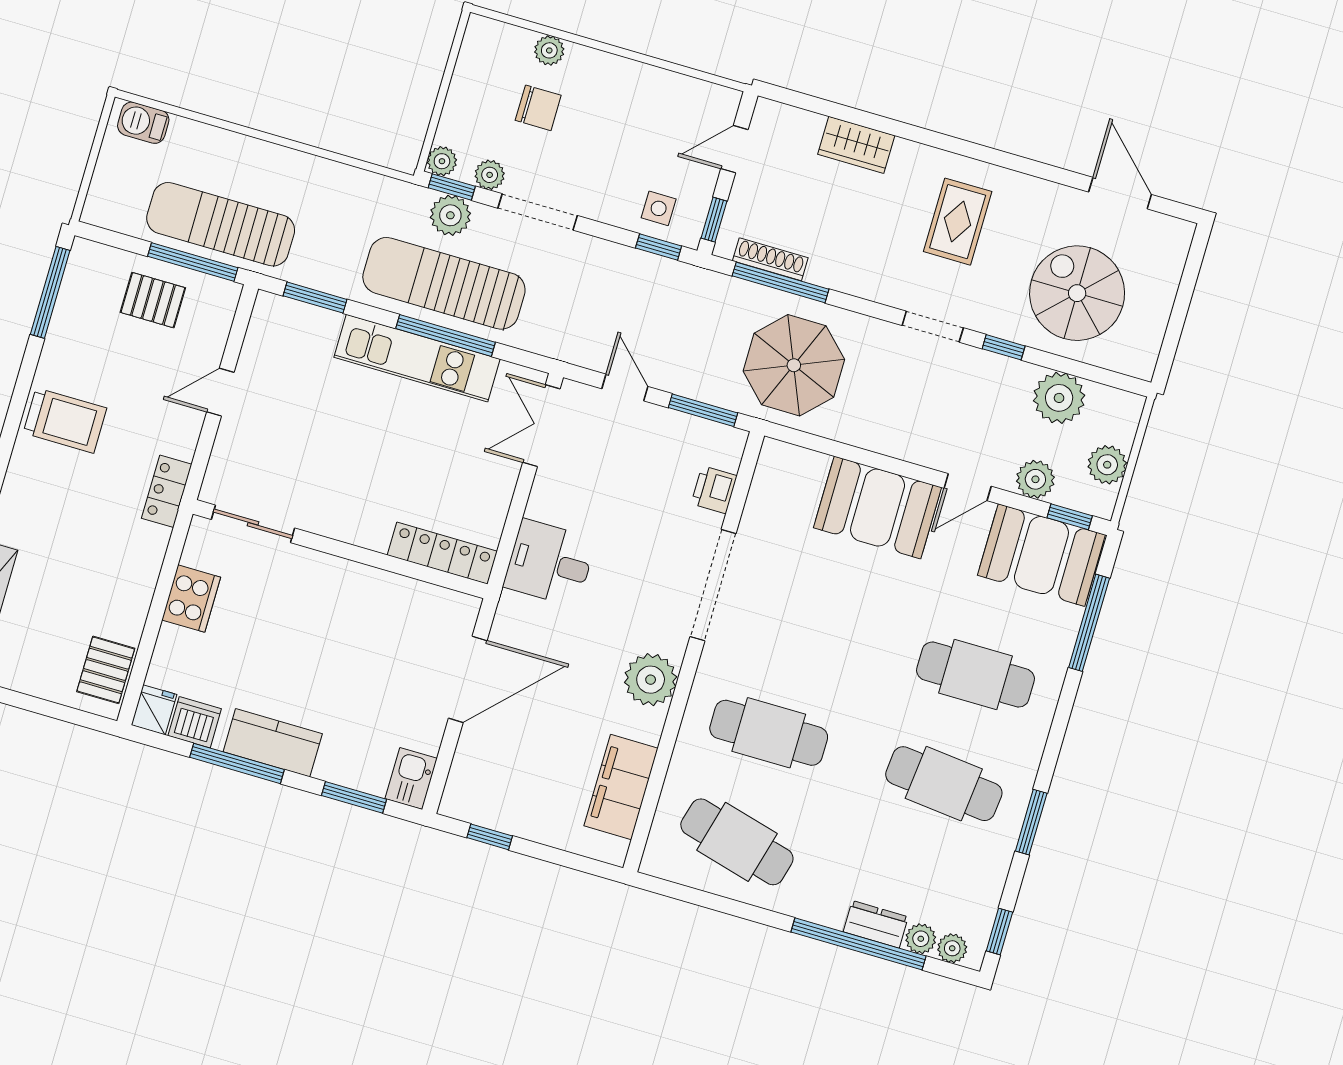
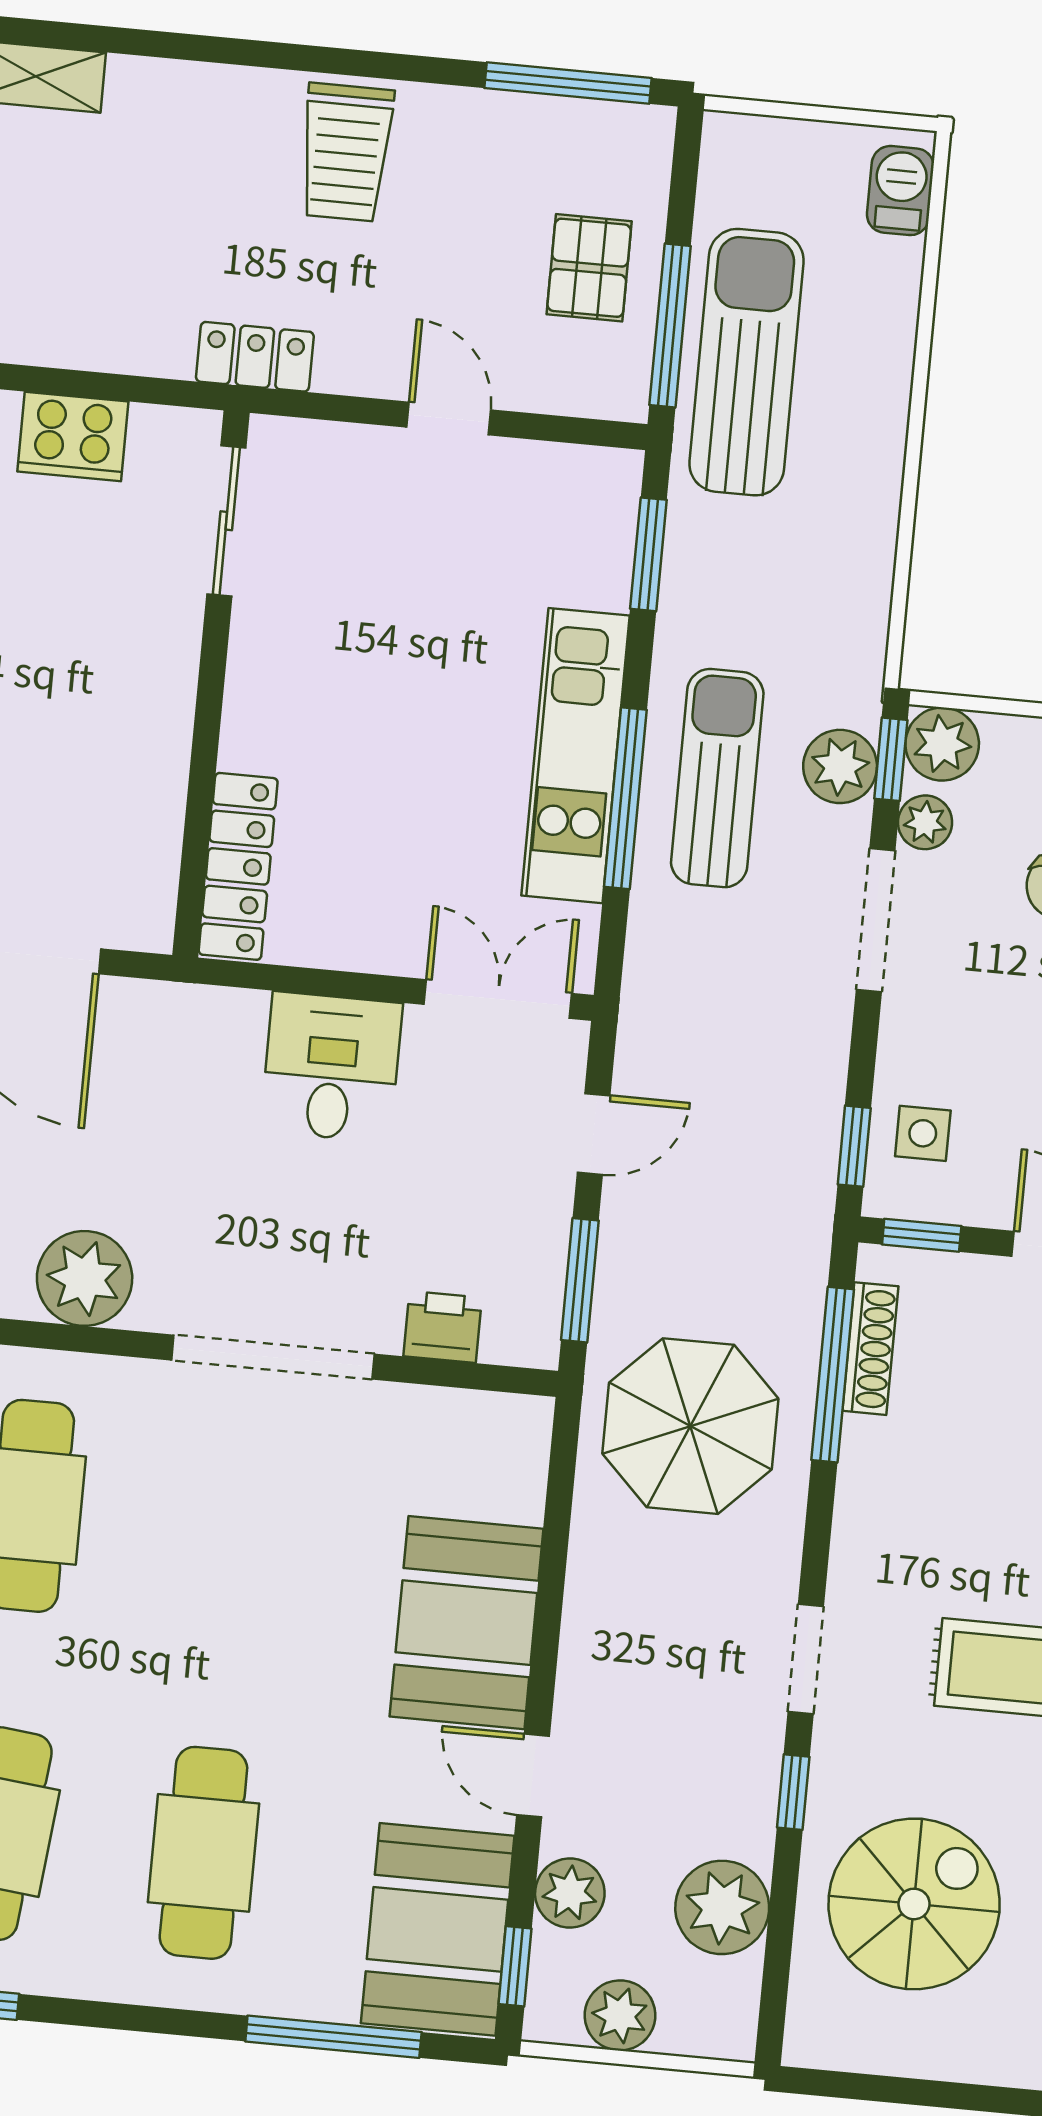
plant: (442, 161) -> (942, 744), width x1.38, depth x1.38
sun lounger: (444, 283) -> (717, 778), width x0.73, depth x0.75
desk: (550, 563) -> (331, 1067), moved

